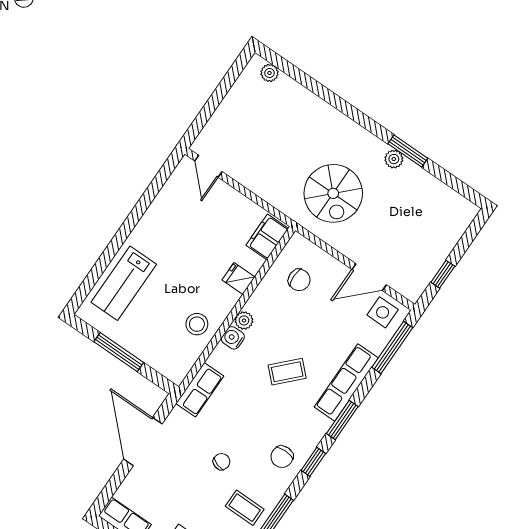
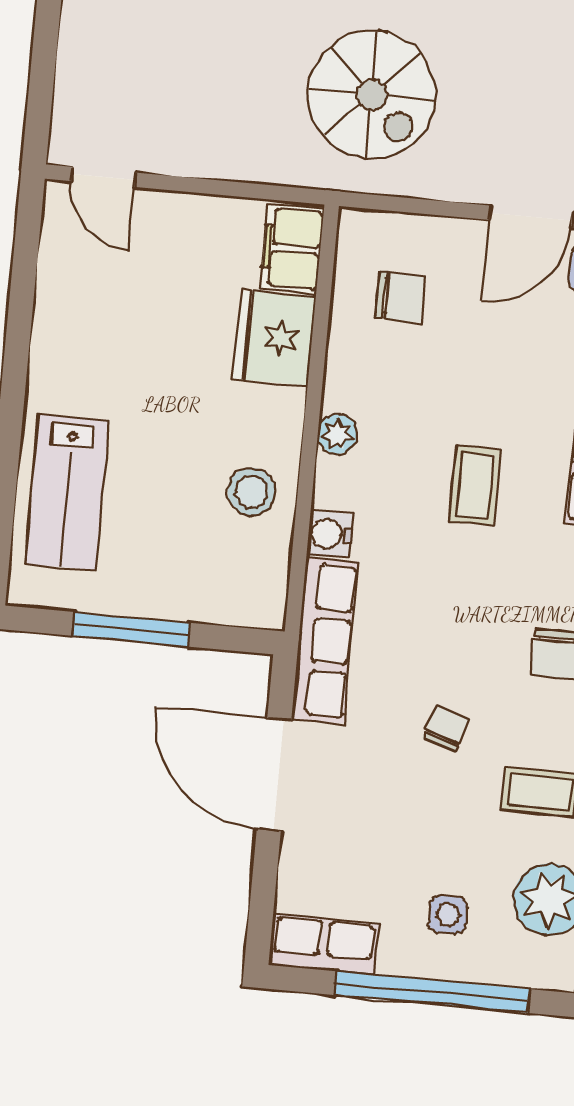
fridge: (238, 279) -> (274, 338), width x1.88, depth x1.34
water cooler: (233, 338) -> (330, 534), moved
coffee table: (287, 372) -> (475, 486), turned -44
row of seats: (200, 390) -> (325, 640), width x1.48

